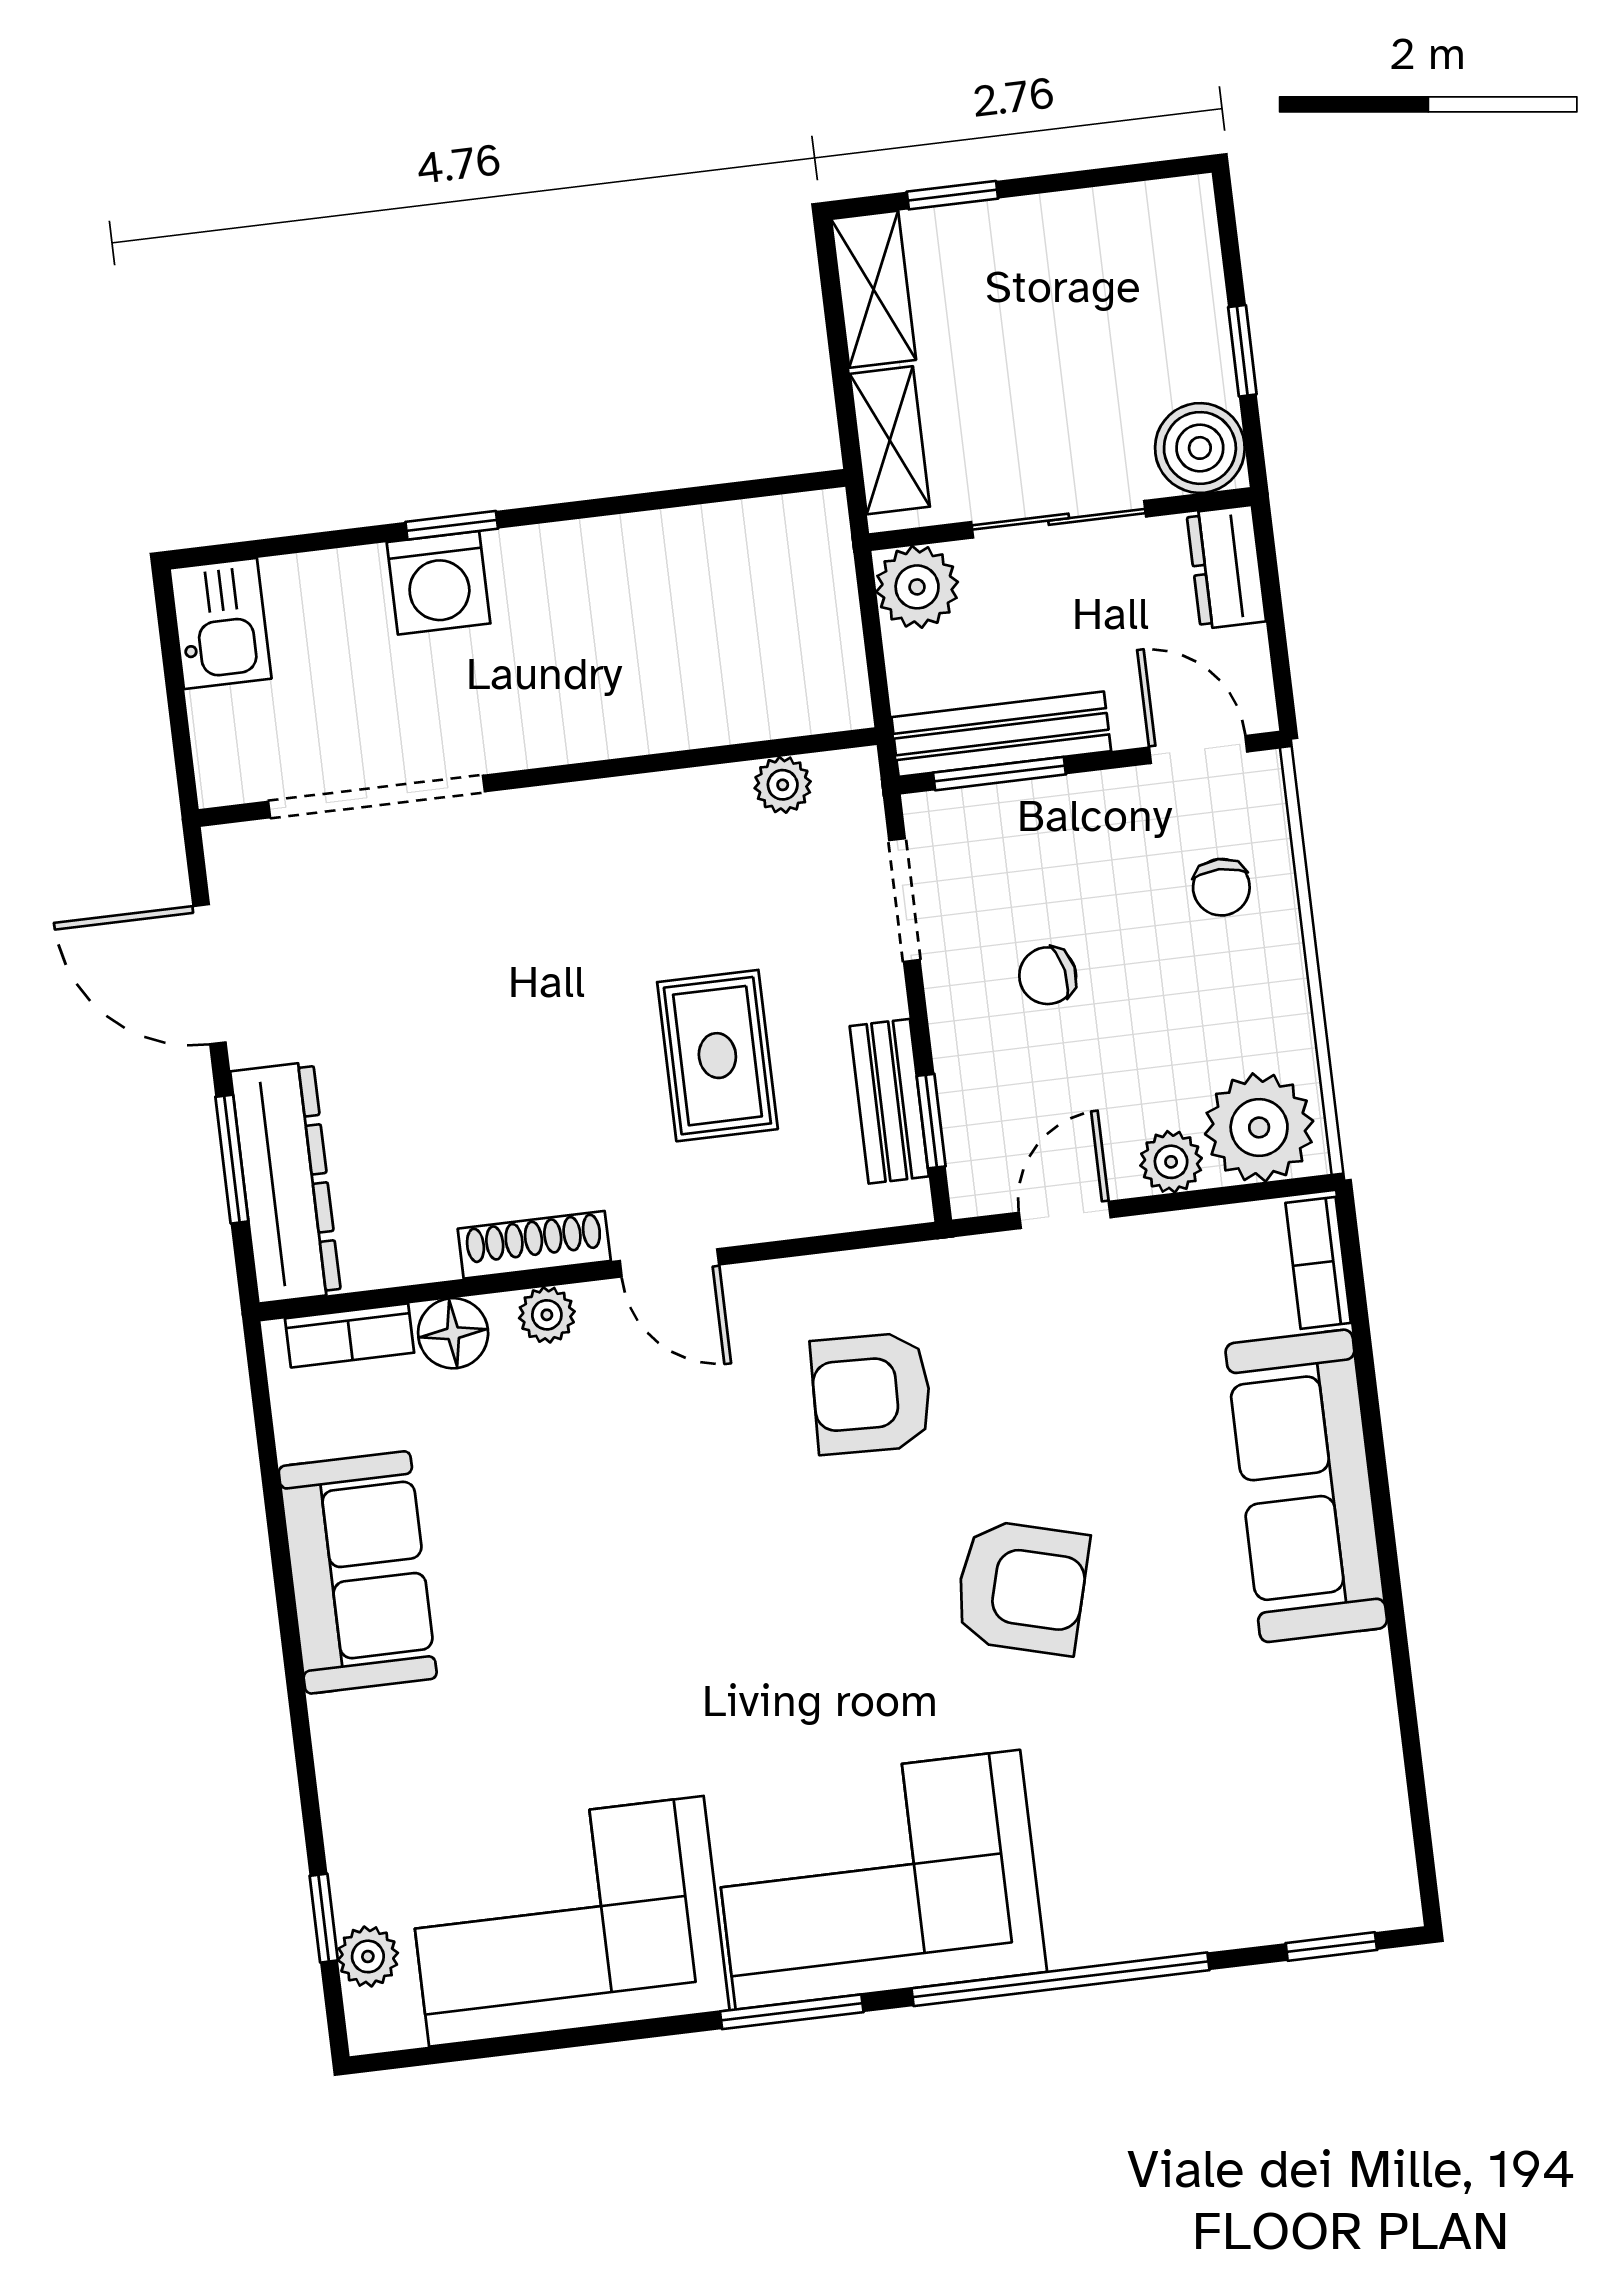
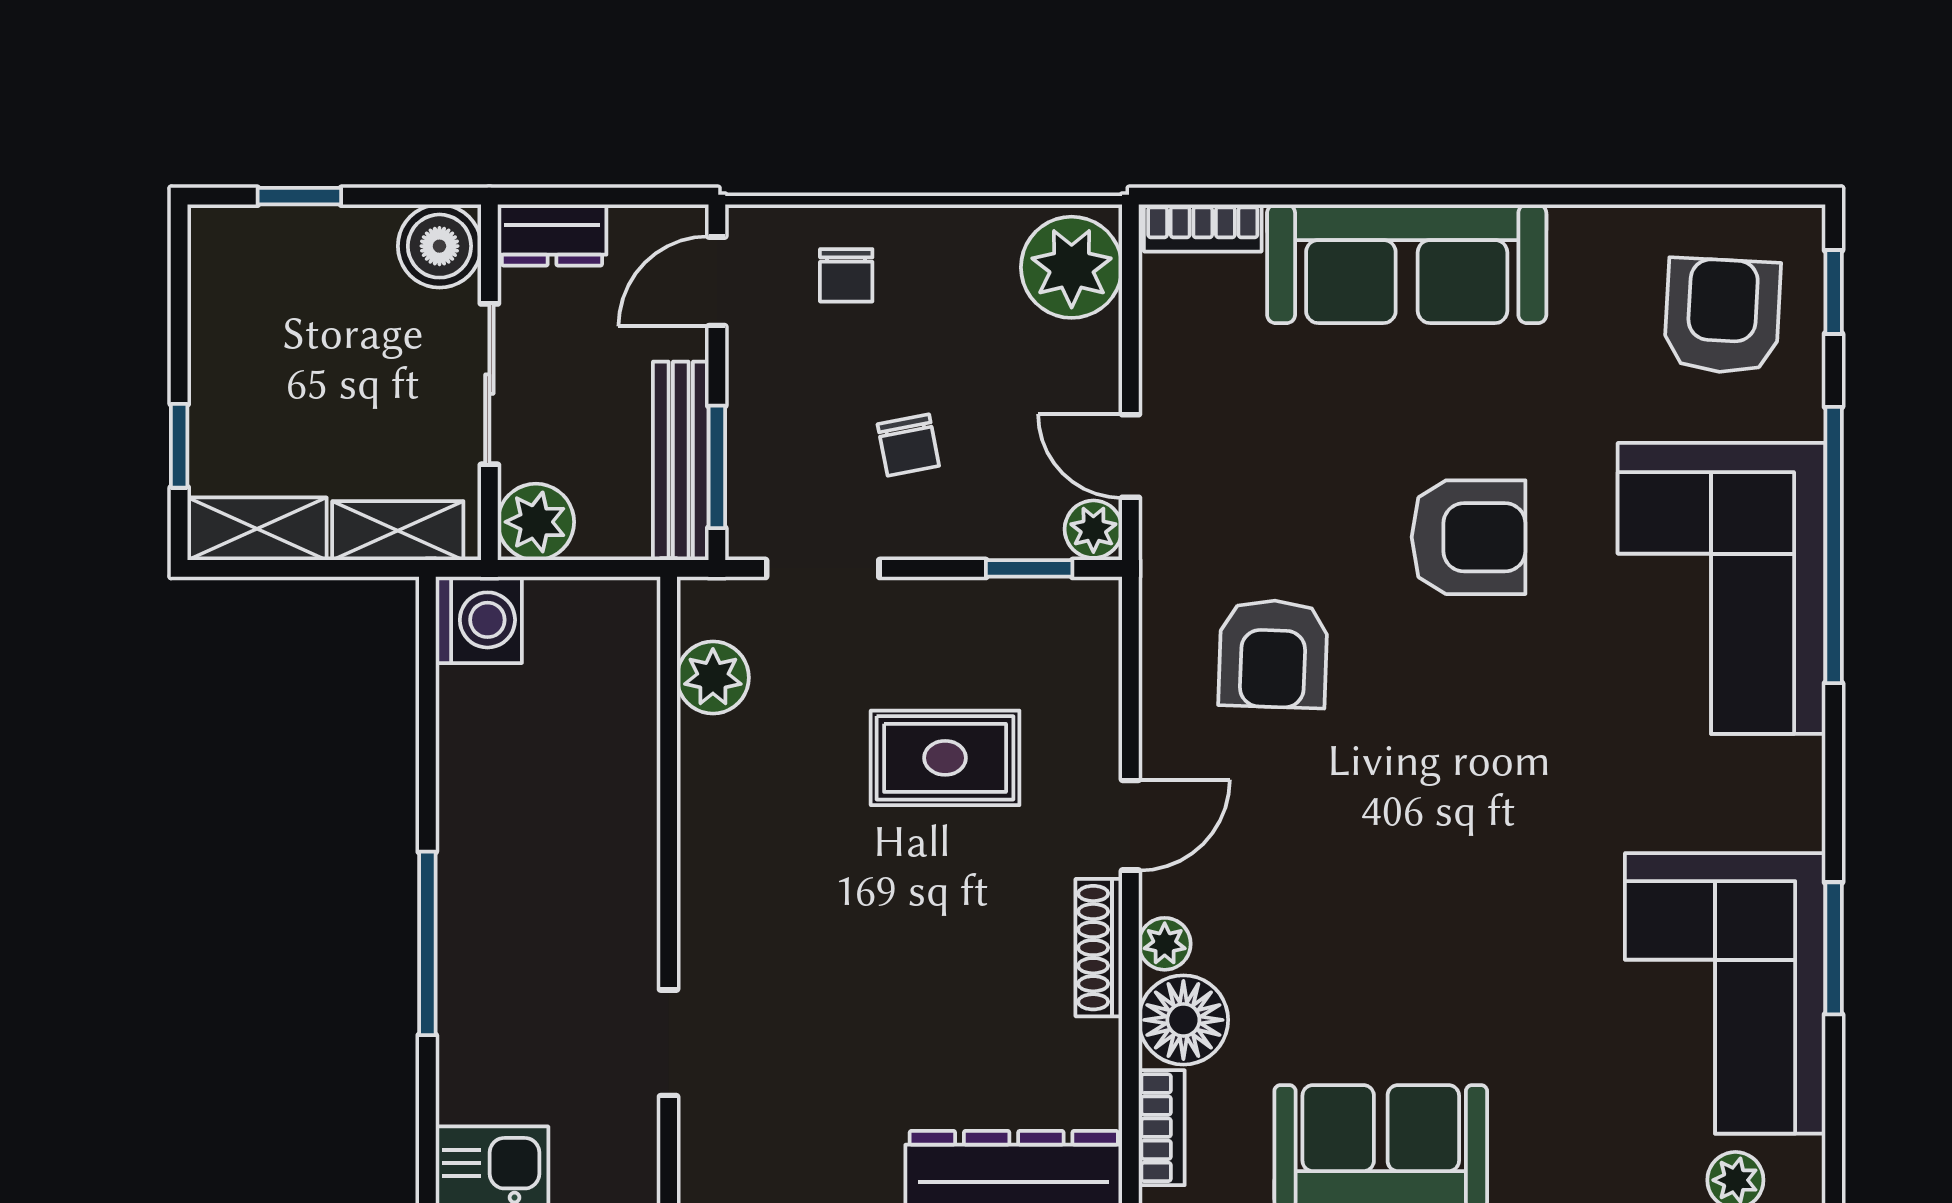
window: (1242, 351) -> (299, 196), moved
window: (452, 525) -> (427, 943), width x2.17
washing machine: (439, 583) -> (479, 620), moved
plant: (783, 785) -> (713, 678), width x1.38, depth x1.38
doorway: (377, 797) -> (669, 1043), width x0.53
chair: (1221, 887) -> (846, 275), turned 90
bench: (889, 1101) -> (1006, 605), removed
plant: (1171, 1162) -> (1093, 529), moved
floor lamp: (453, 1333) -> (1183, 1020), width x1.38, depth x1.38
armchair: (1022, 1587) -> (1469, 537), turned 75
armchair: (1291, 1830) -> (1722, 316), added
corner sofa: (878, 1880) -> (1721, 588), moved
window: (792, 2012) -> (1834, 948), moved

